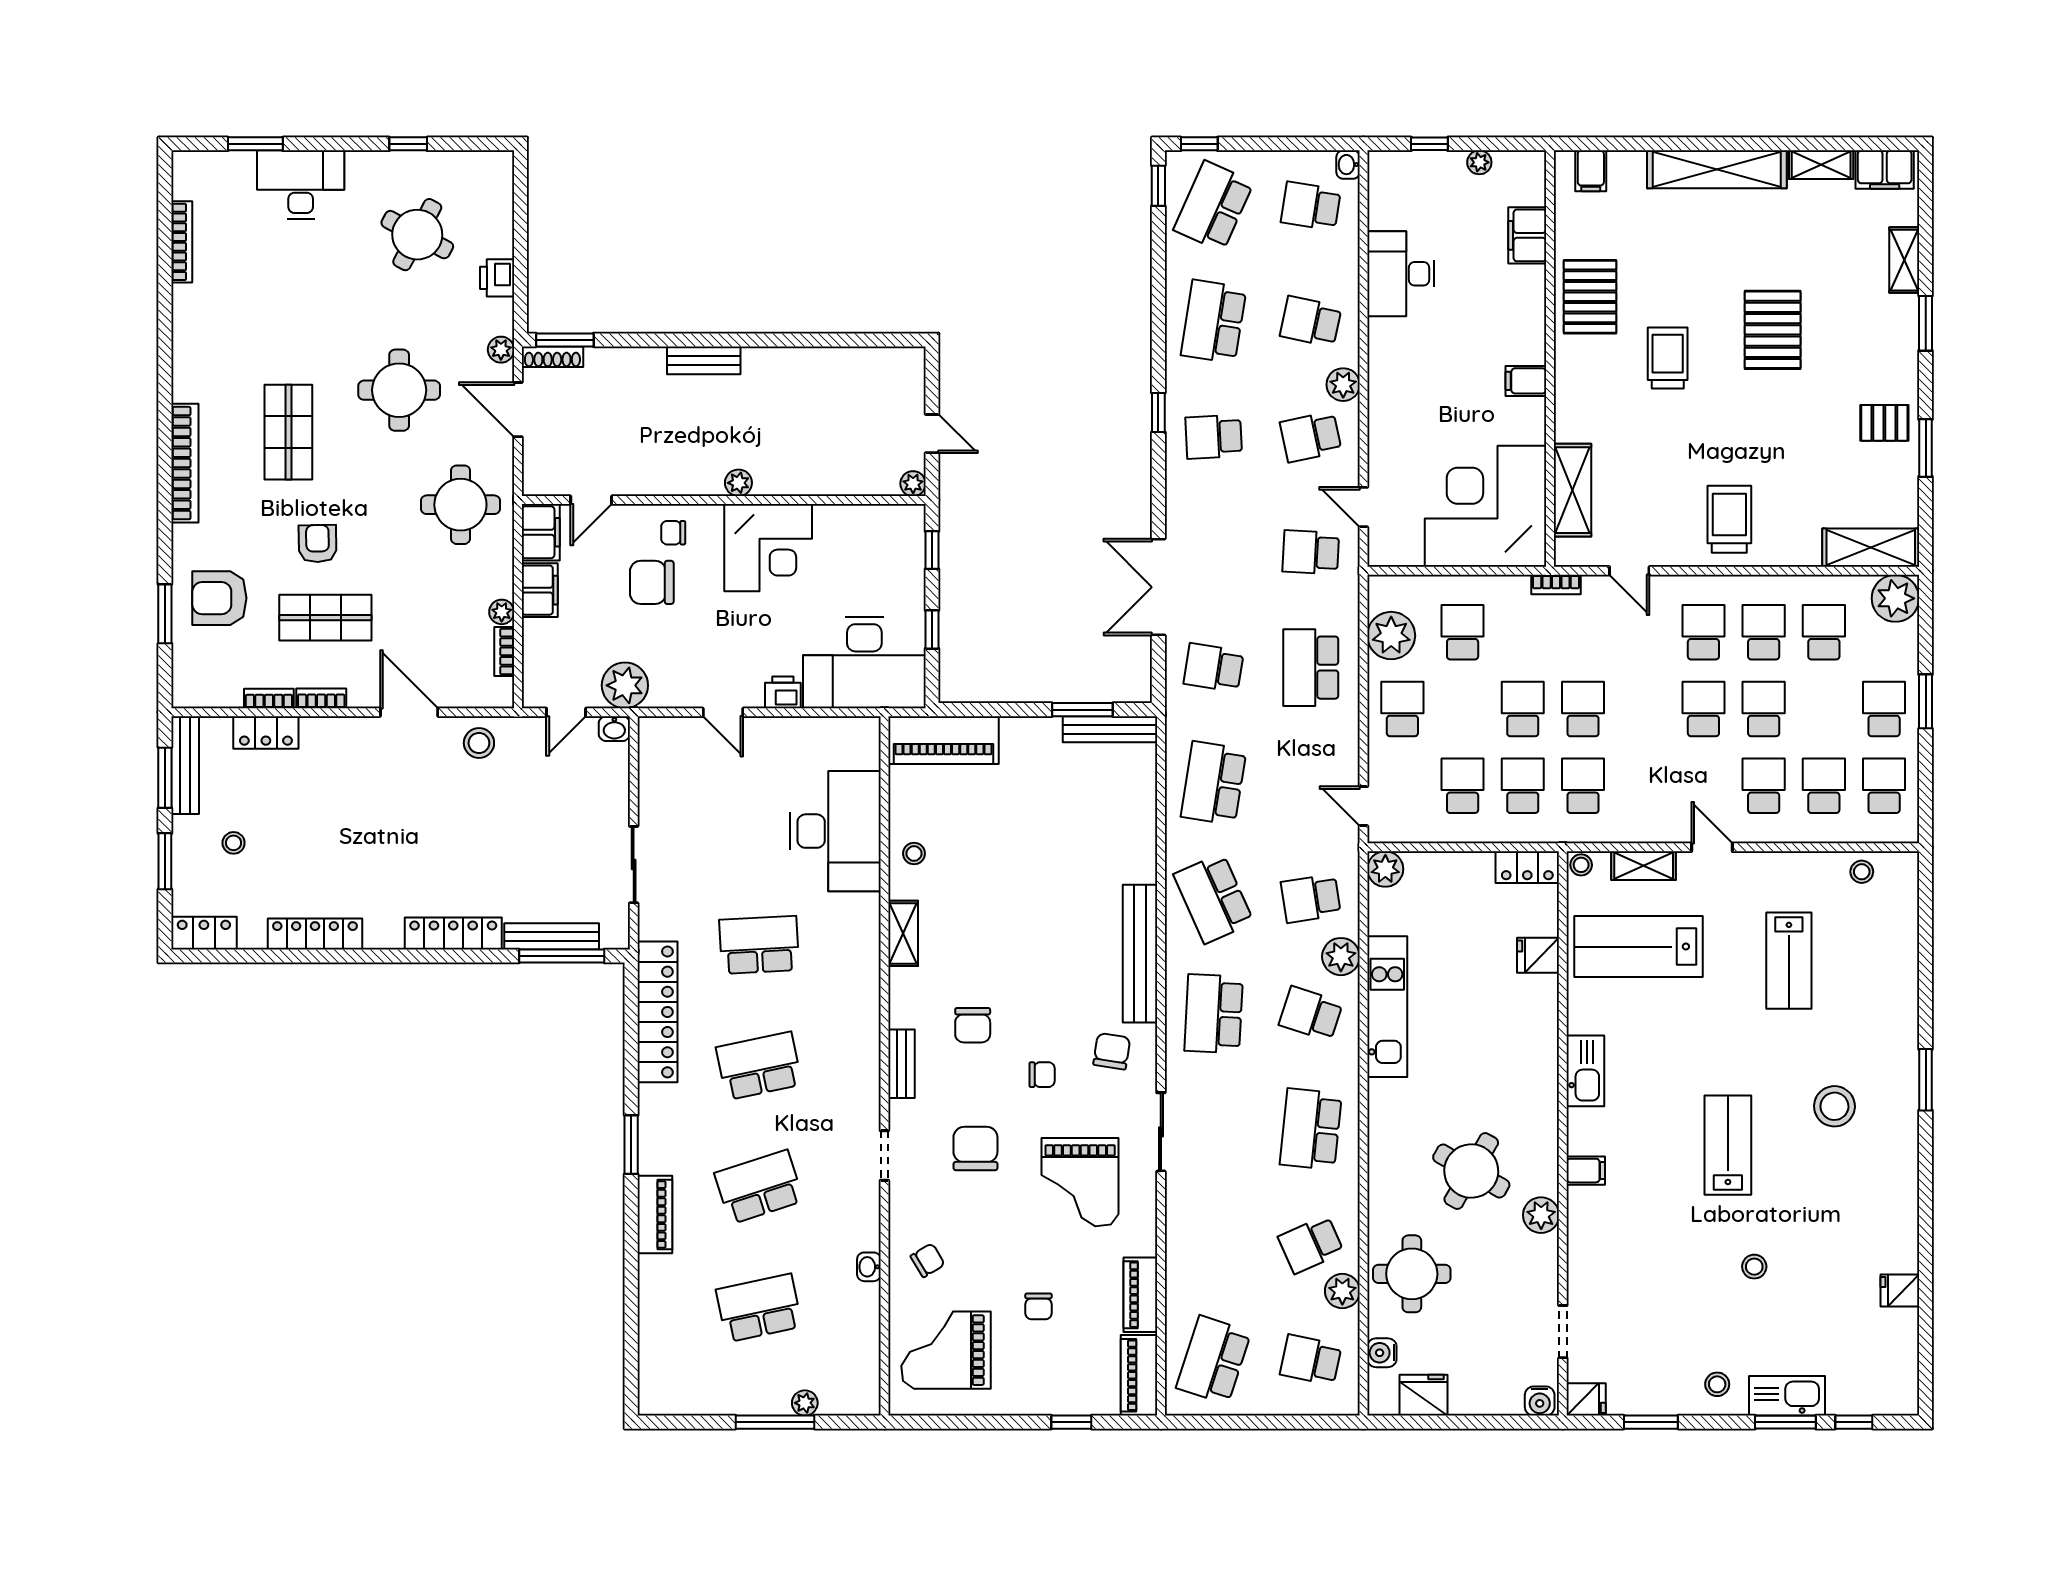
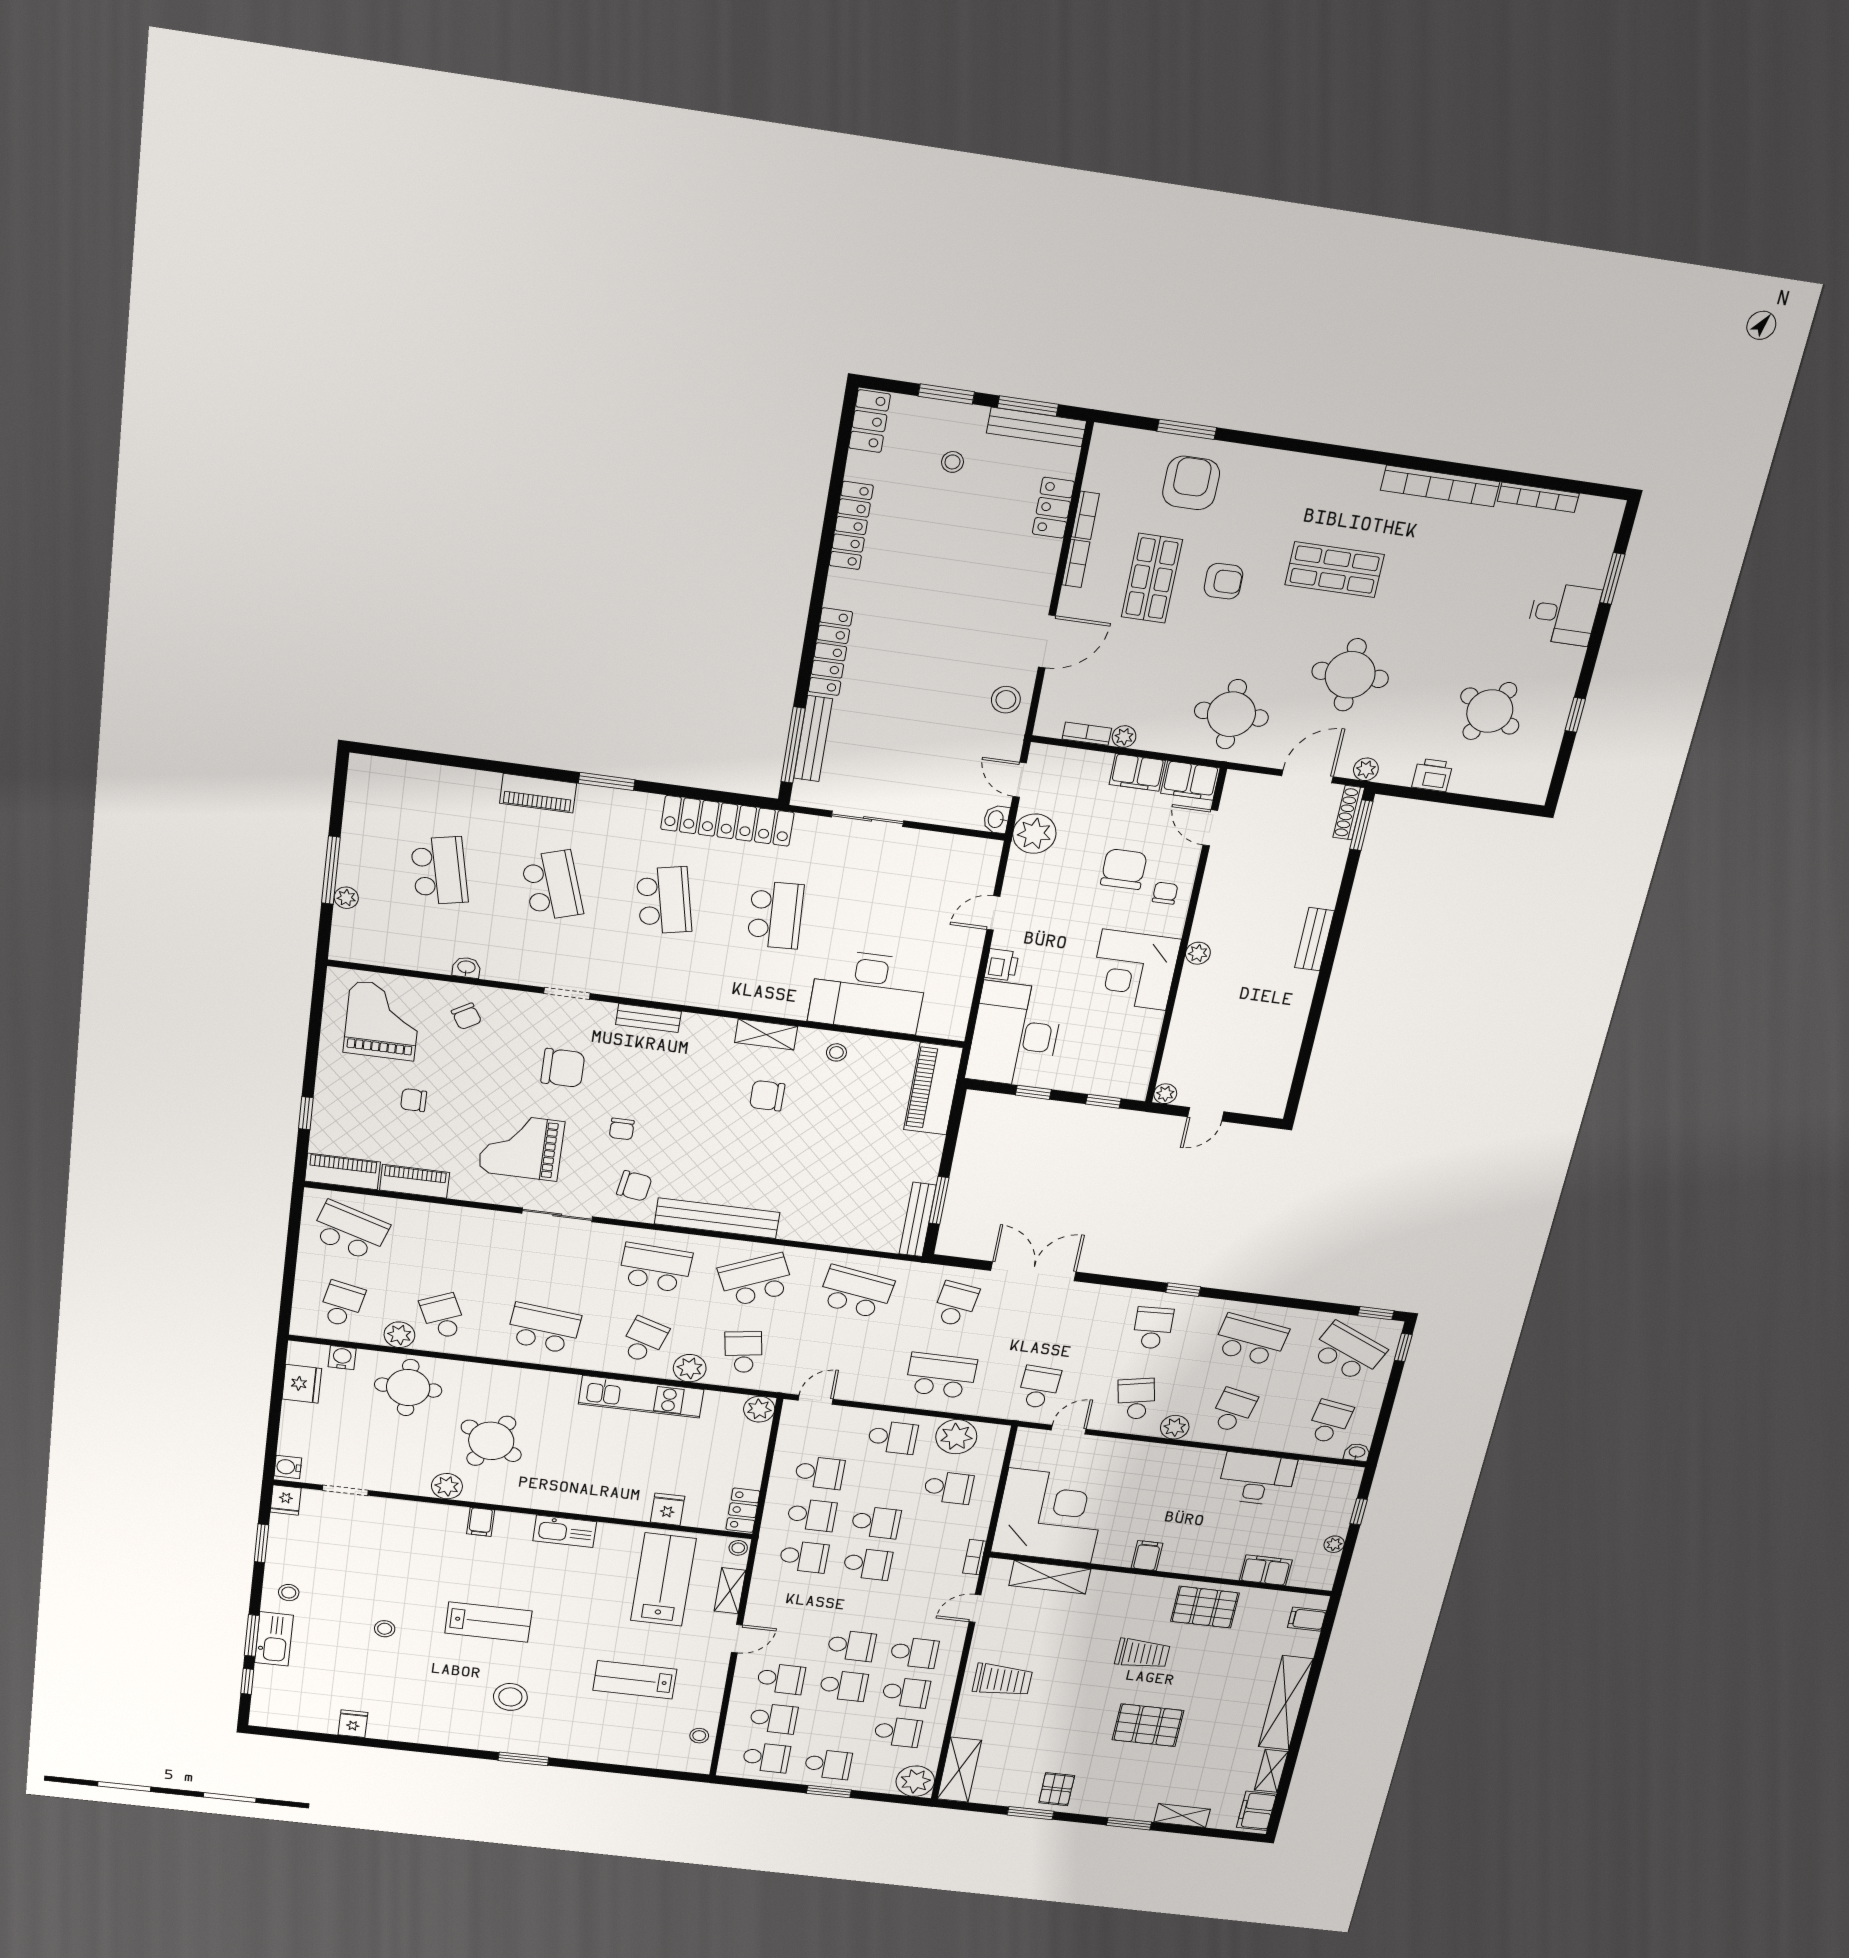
desk: (301, 184) -> (1563, 614), width x0.73
bookcase: (185, 463) -> (1440, 486), moved
chair: (973, 1025) -> (767, 1096), moved

